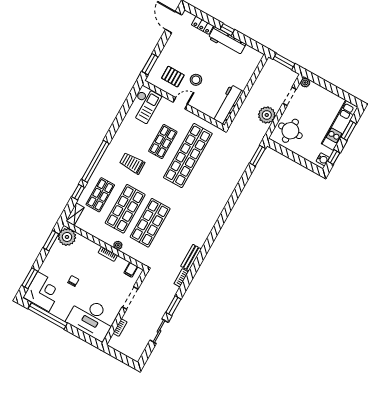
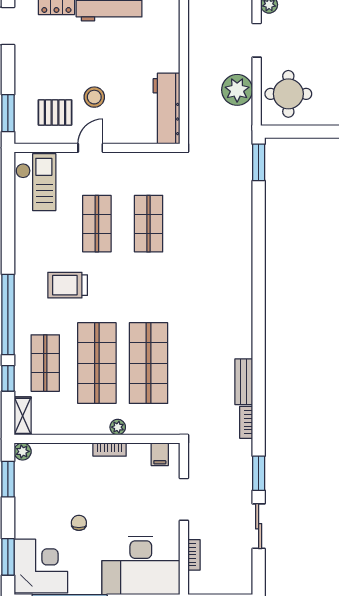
shop shelf: (188, 156) -> (149, 224), width x0.50, depth x0.74
plant: (67, 237) -> (23, 451), width x0.53, depth x0.53

